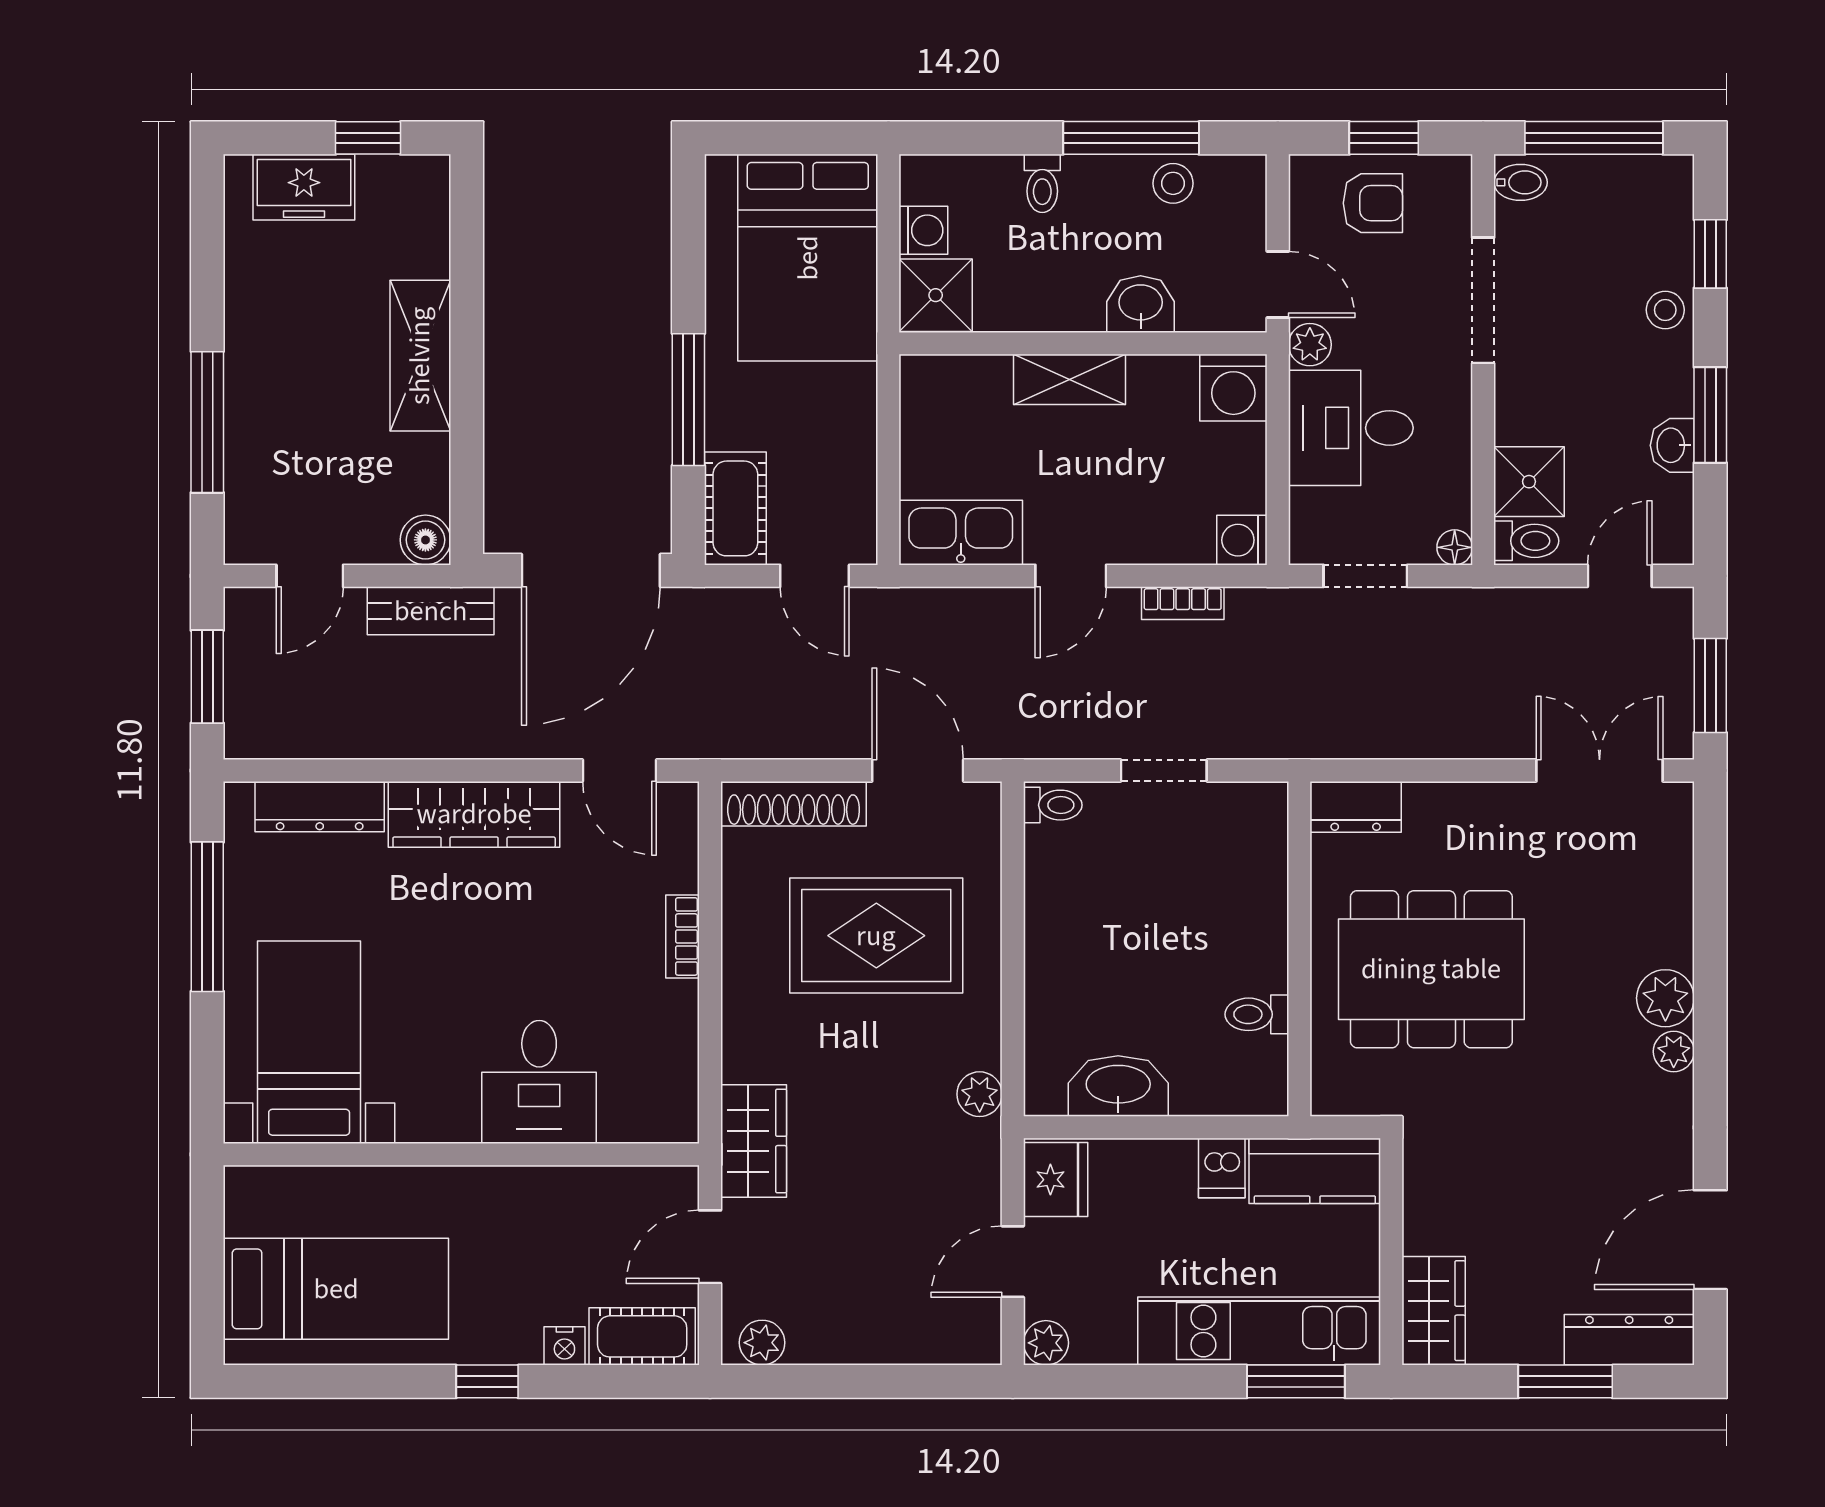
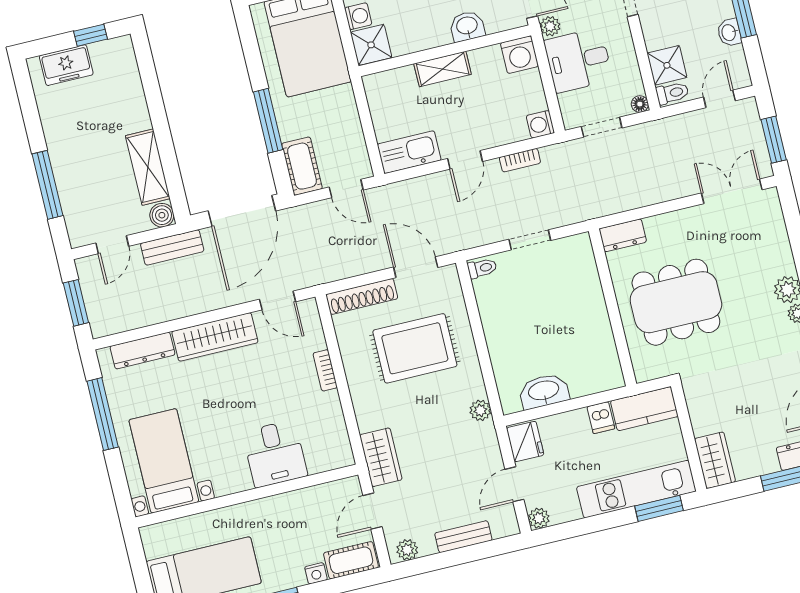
shelving: (420, 356) -> (148, 167), moved
toilet: (1257, 1014) -> (600, 343), removed
bench: (883, 1343) -> (463, 537), added

